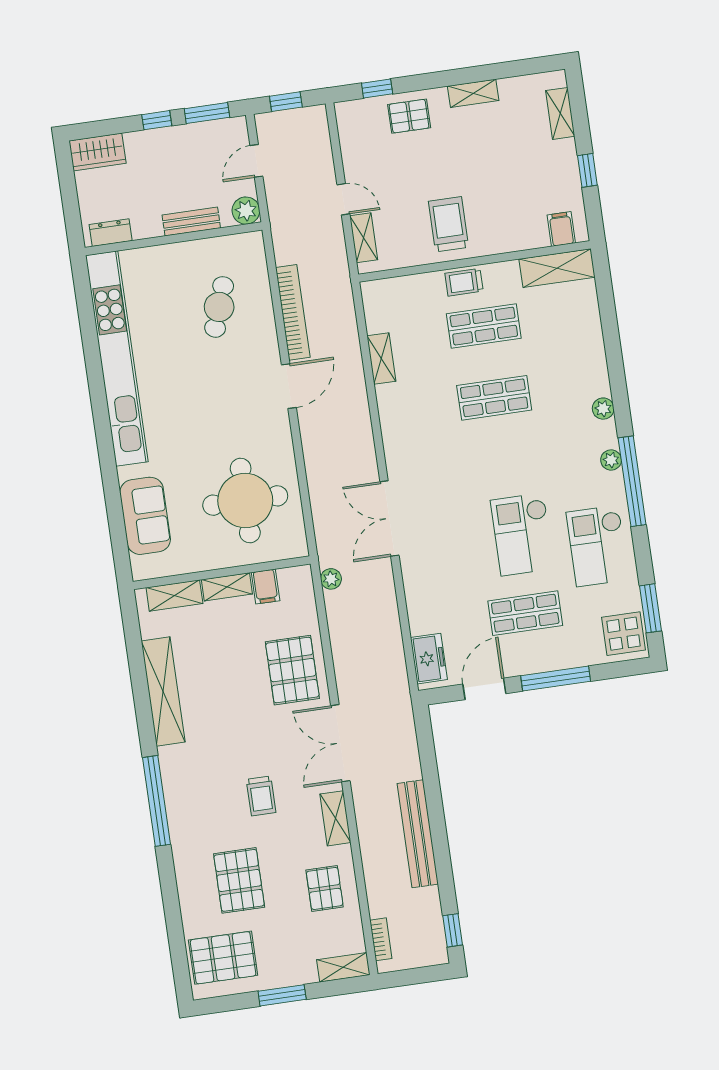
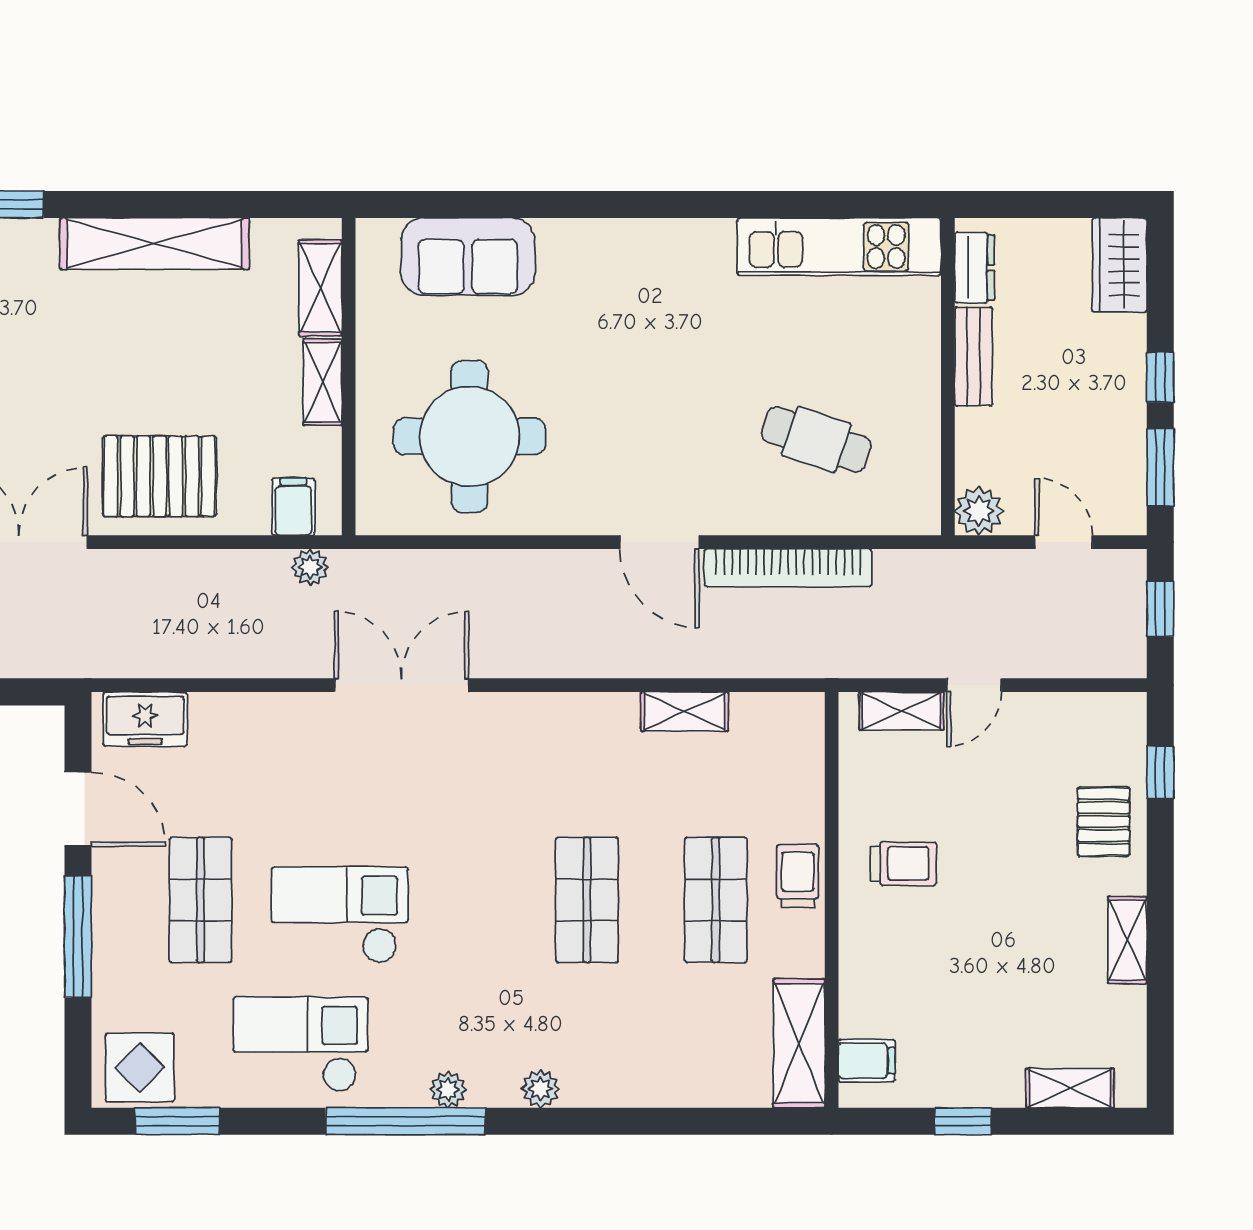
bench: (191, 222) -> (973, 356), moved
trolley: (448, 224) -> (904, 864), width x0.73, depth x0.72
kitchen unit: (117, 358) -> (839, 247), width x0.54
filing cabinet: (266, 587) -> (293, 507), moved, turned 90

